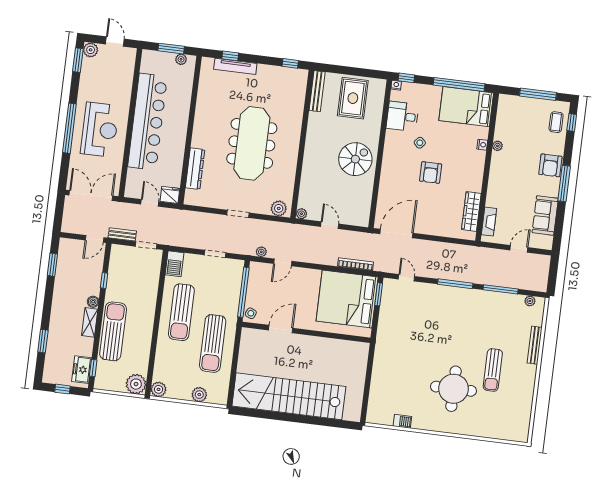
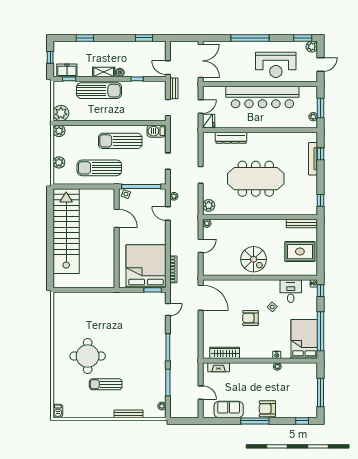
coffee table: (556, 122) -> (301, 409), removed
reception desk: (100, 130) -> (276, 65), moved
barbecue: (402, 421) -> (58, 411), moved

